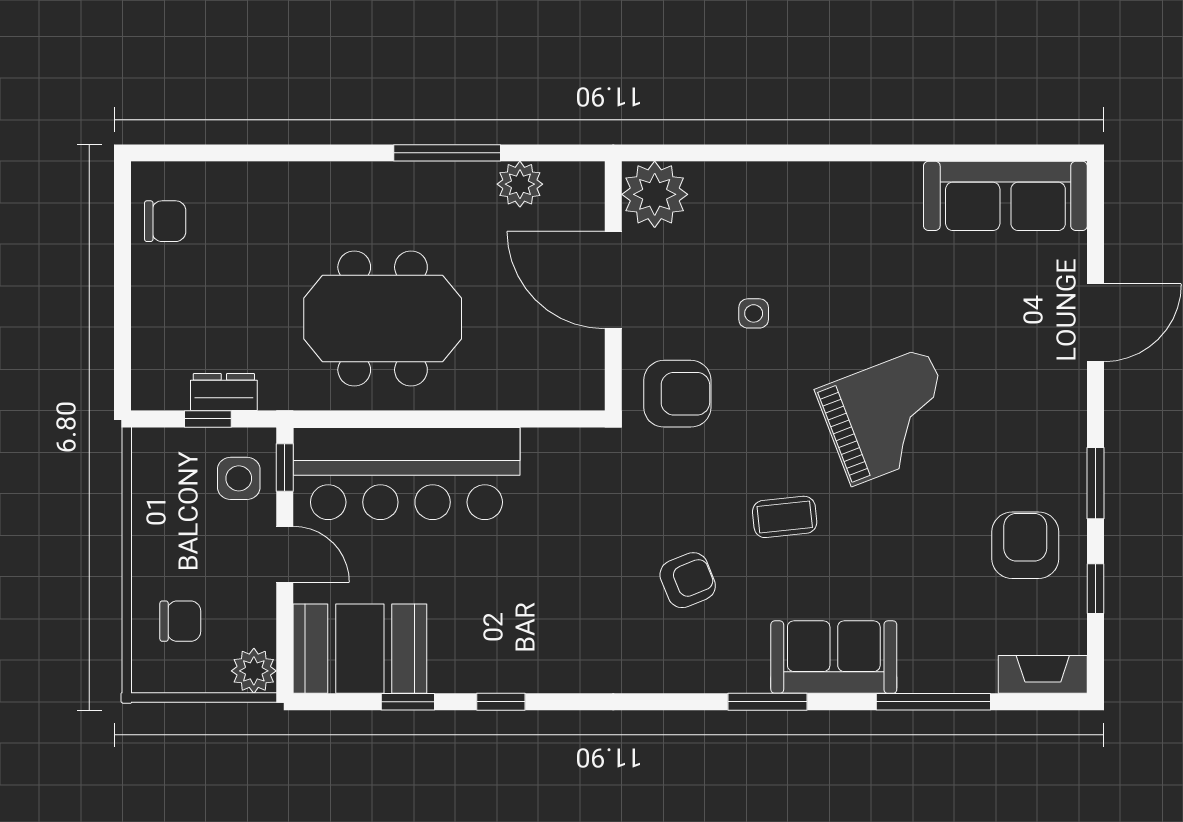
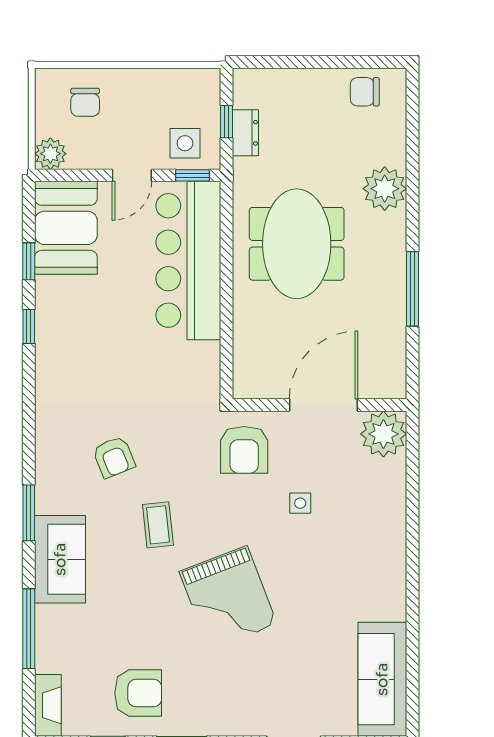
plant: (520, 184) -> (385, 189), moved, width x1.36, depth x1.36
chair: (165, 221) -> (365, 92), turned 90

